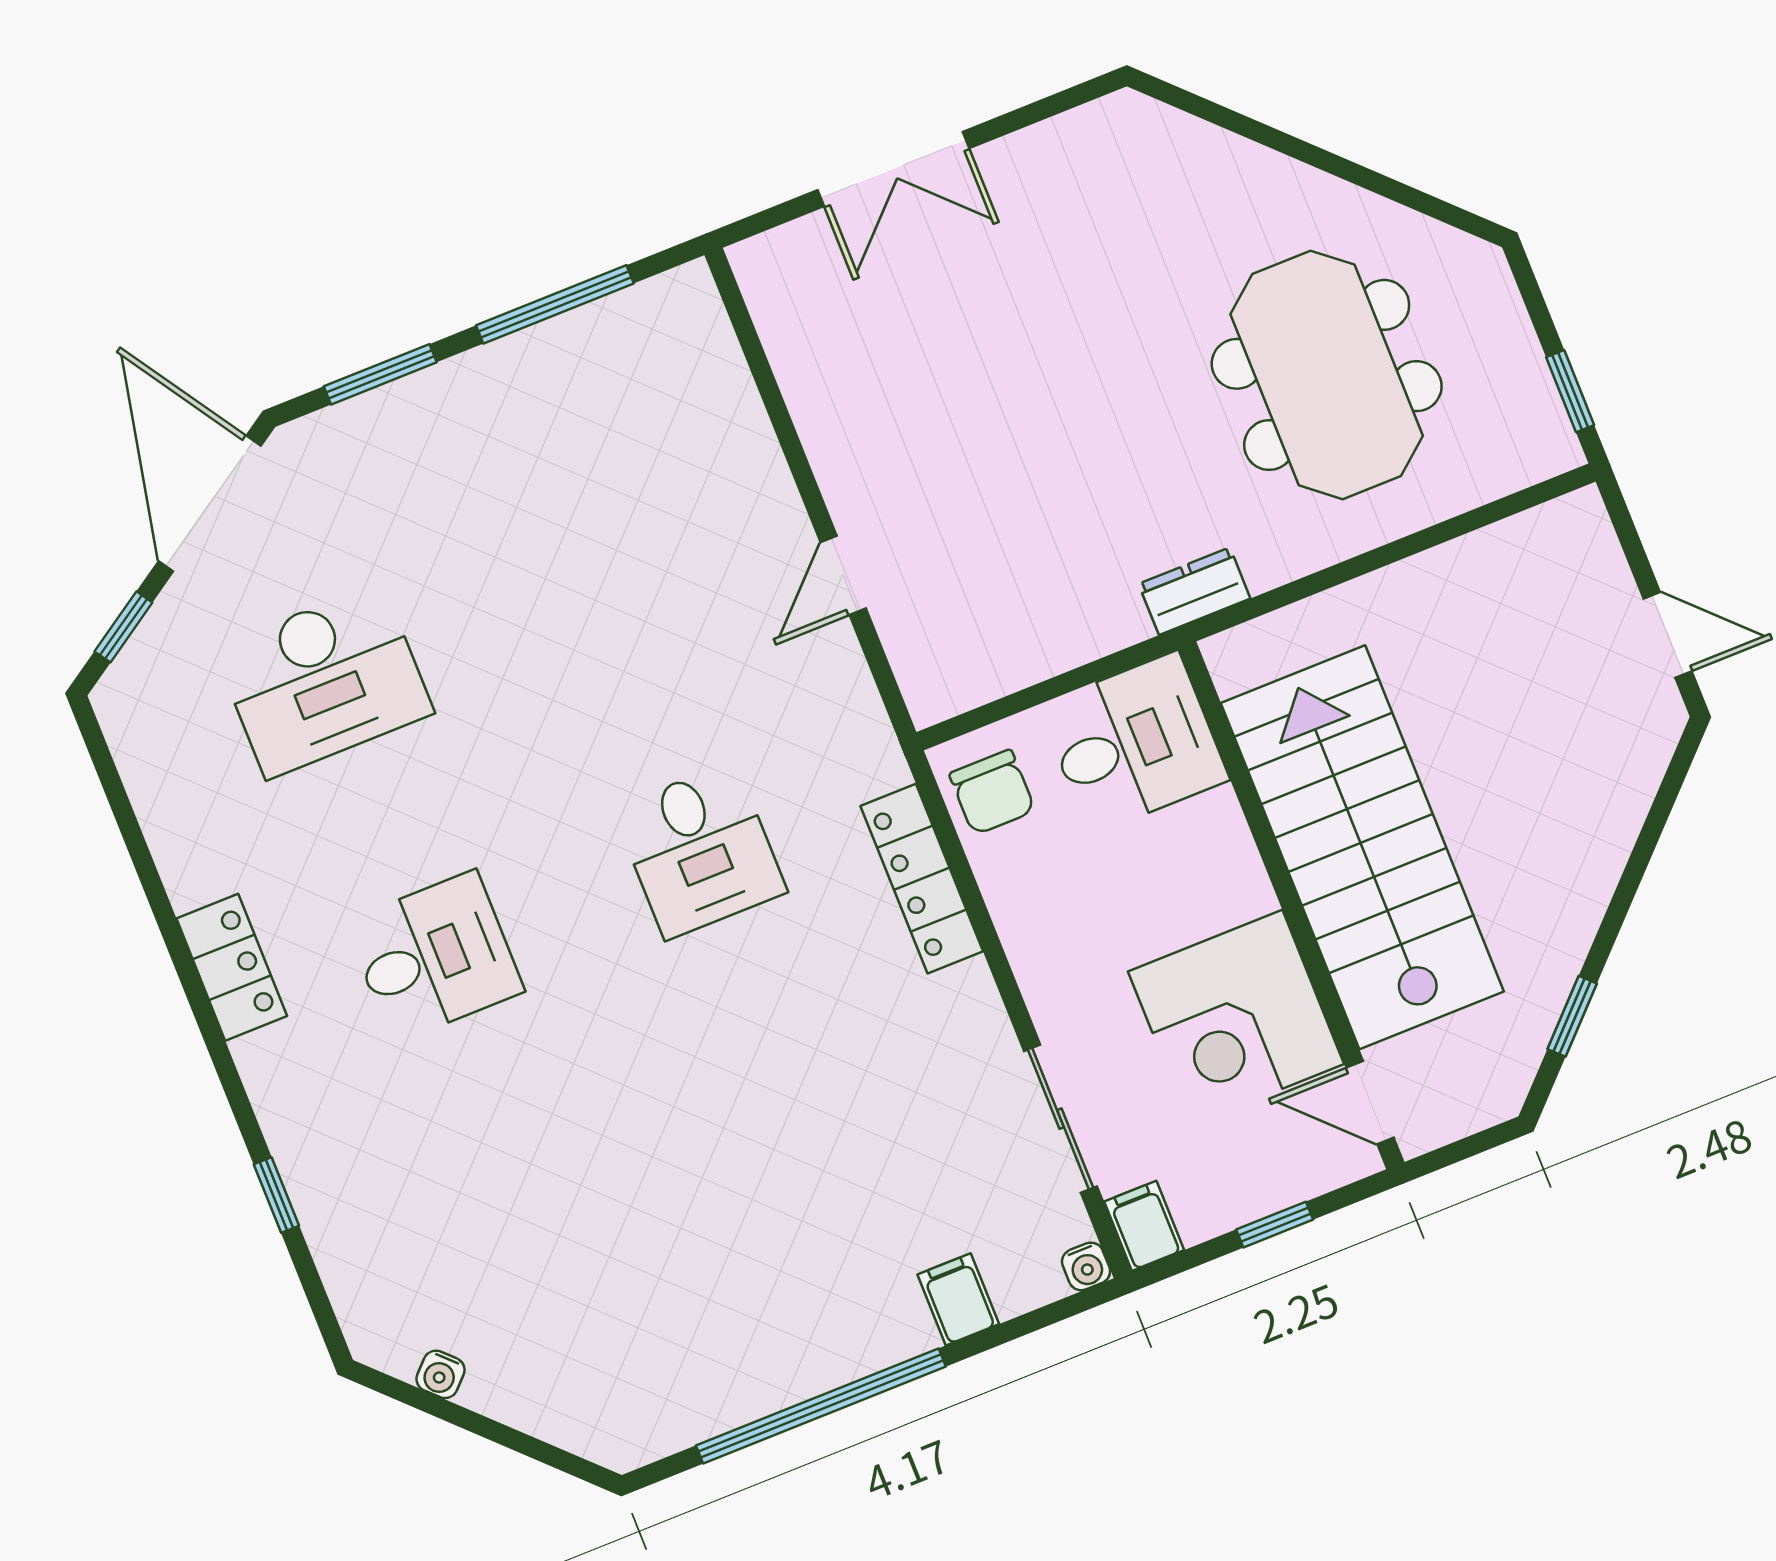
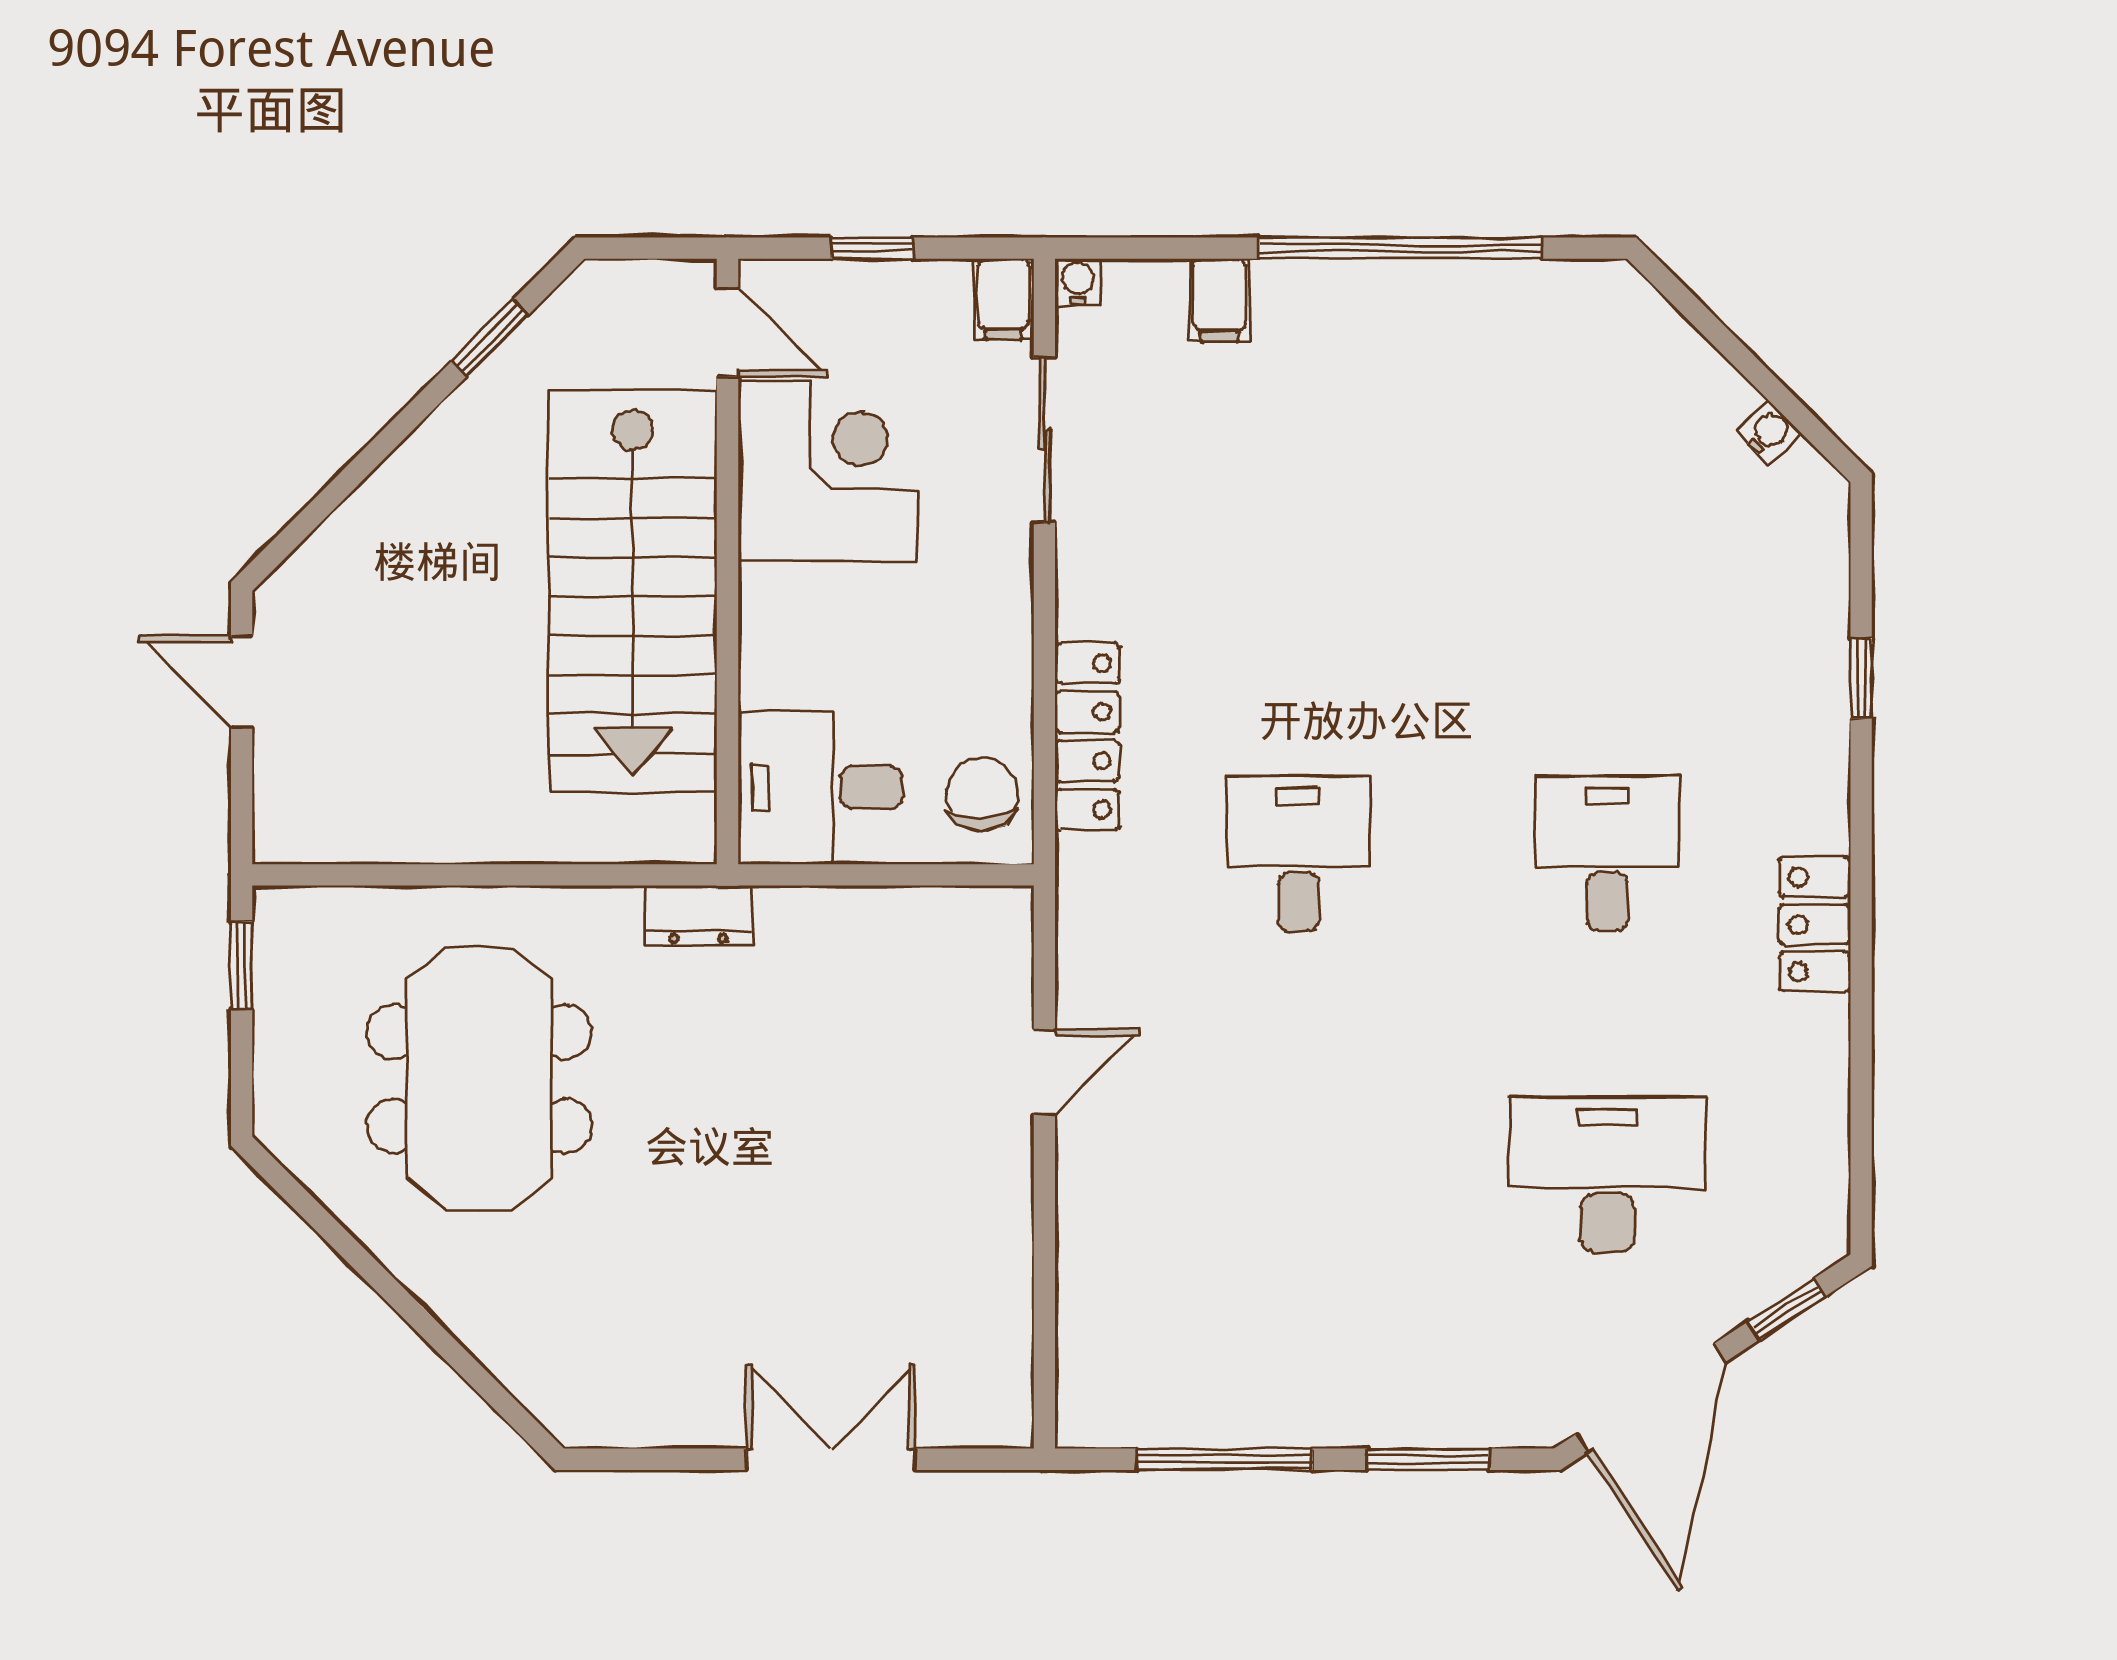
desk: (434, 957) -> (1607, 854), turned 90

